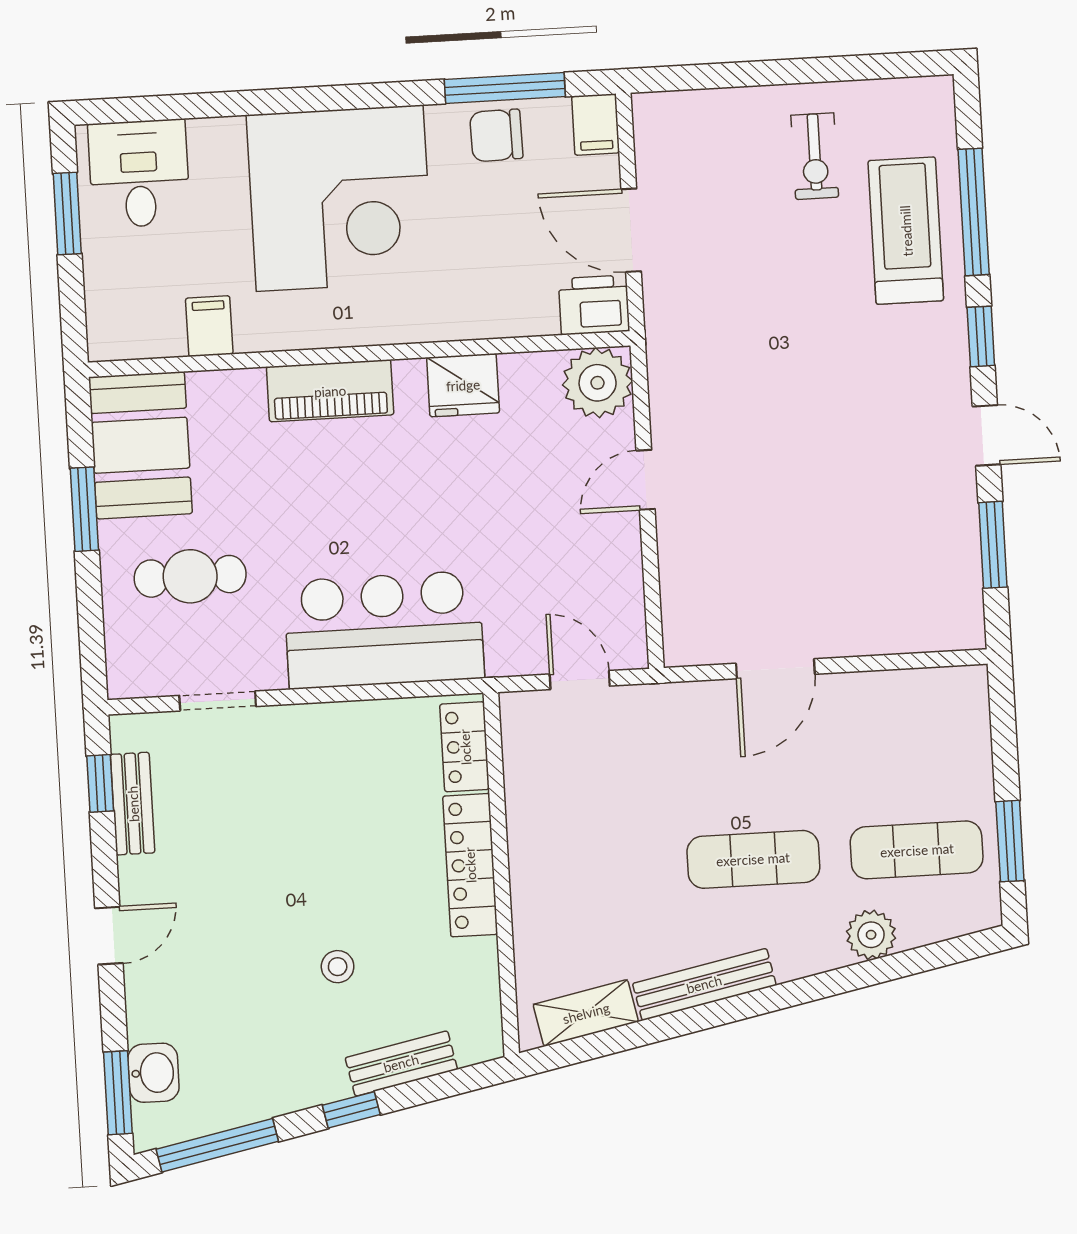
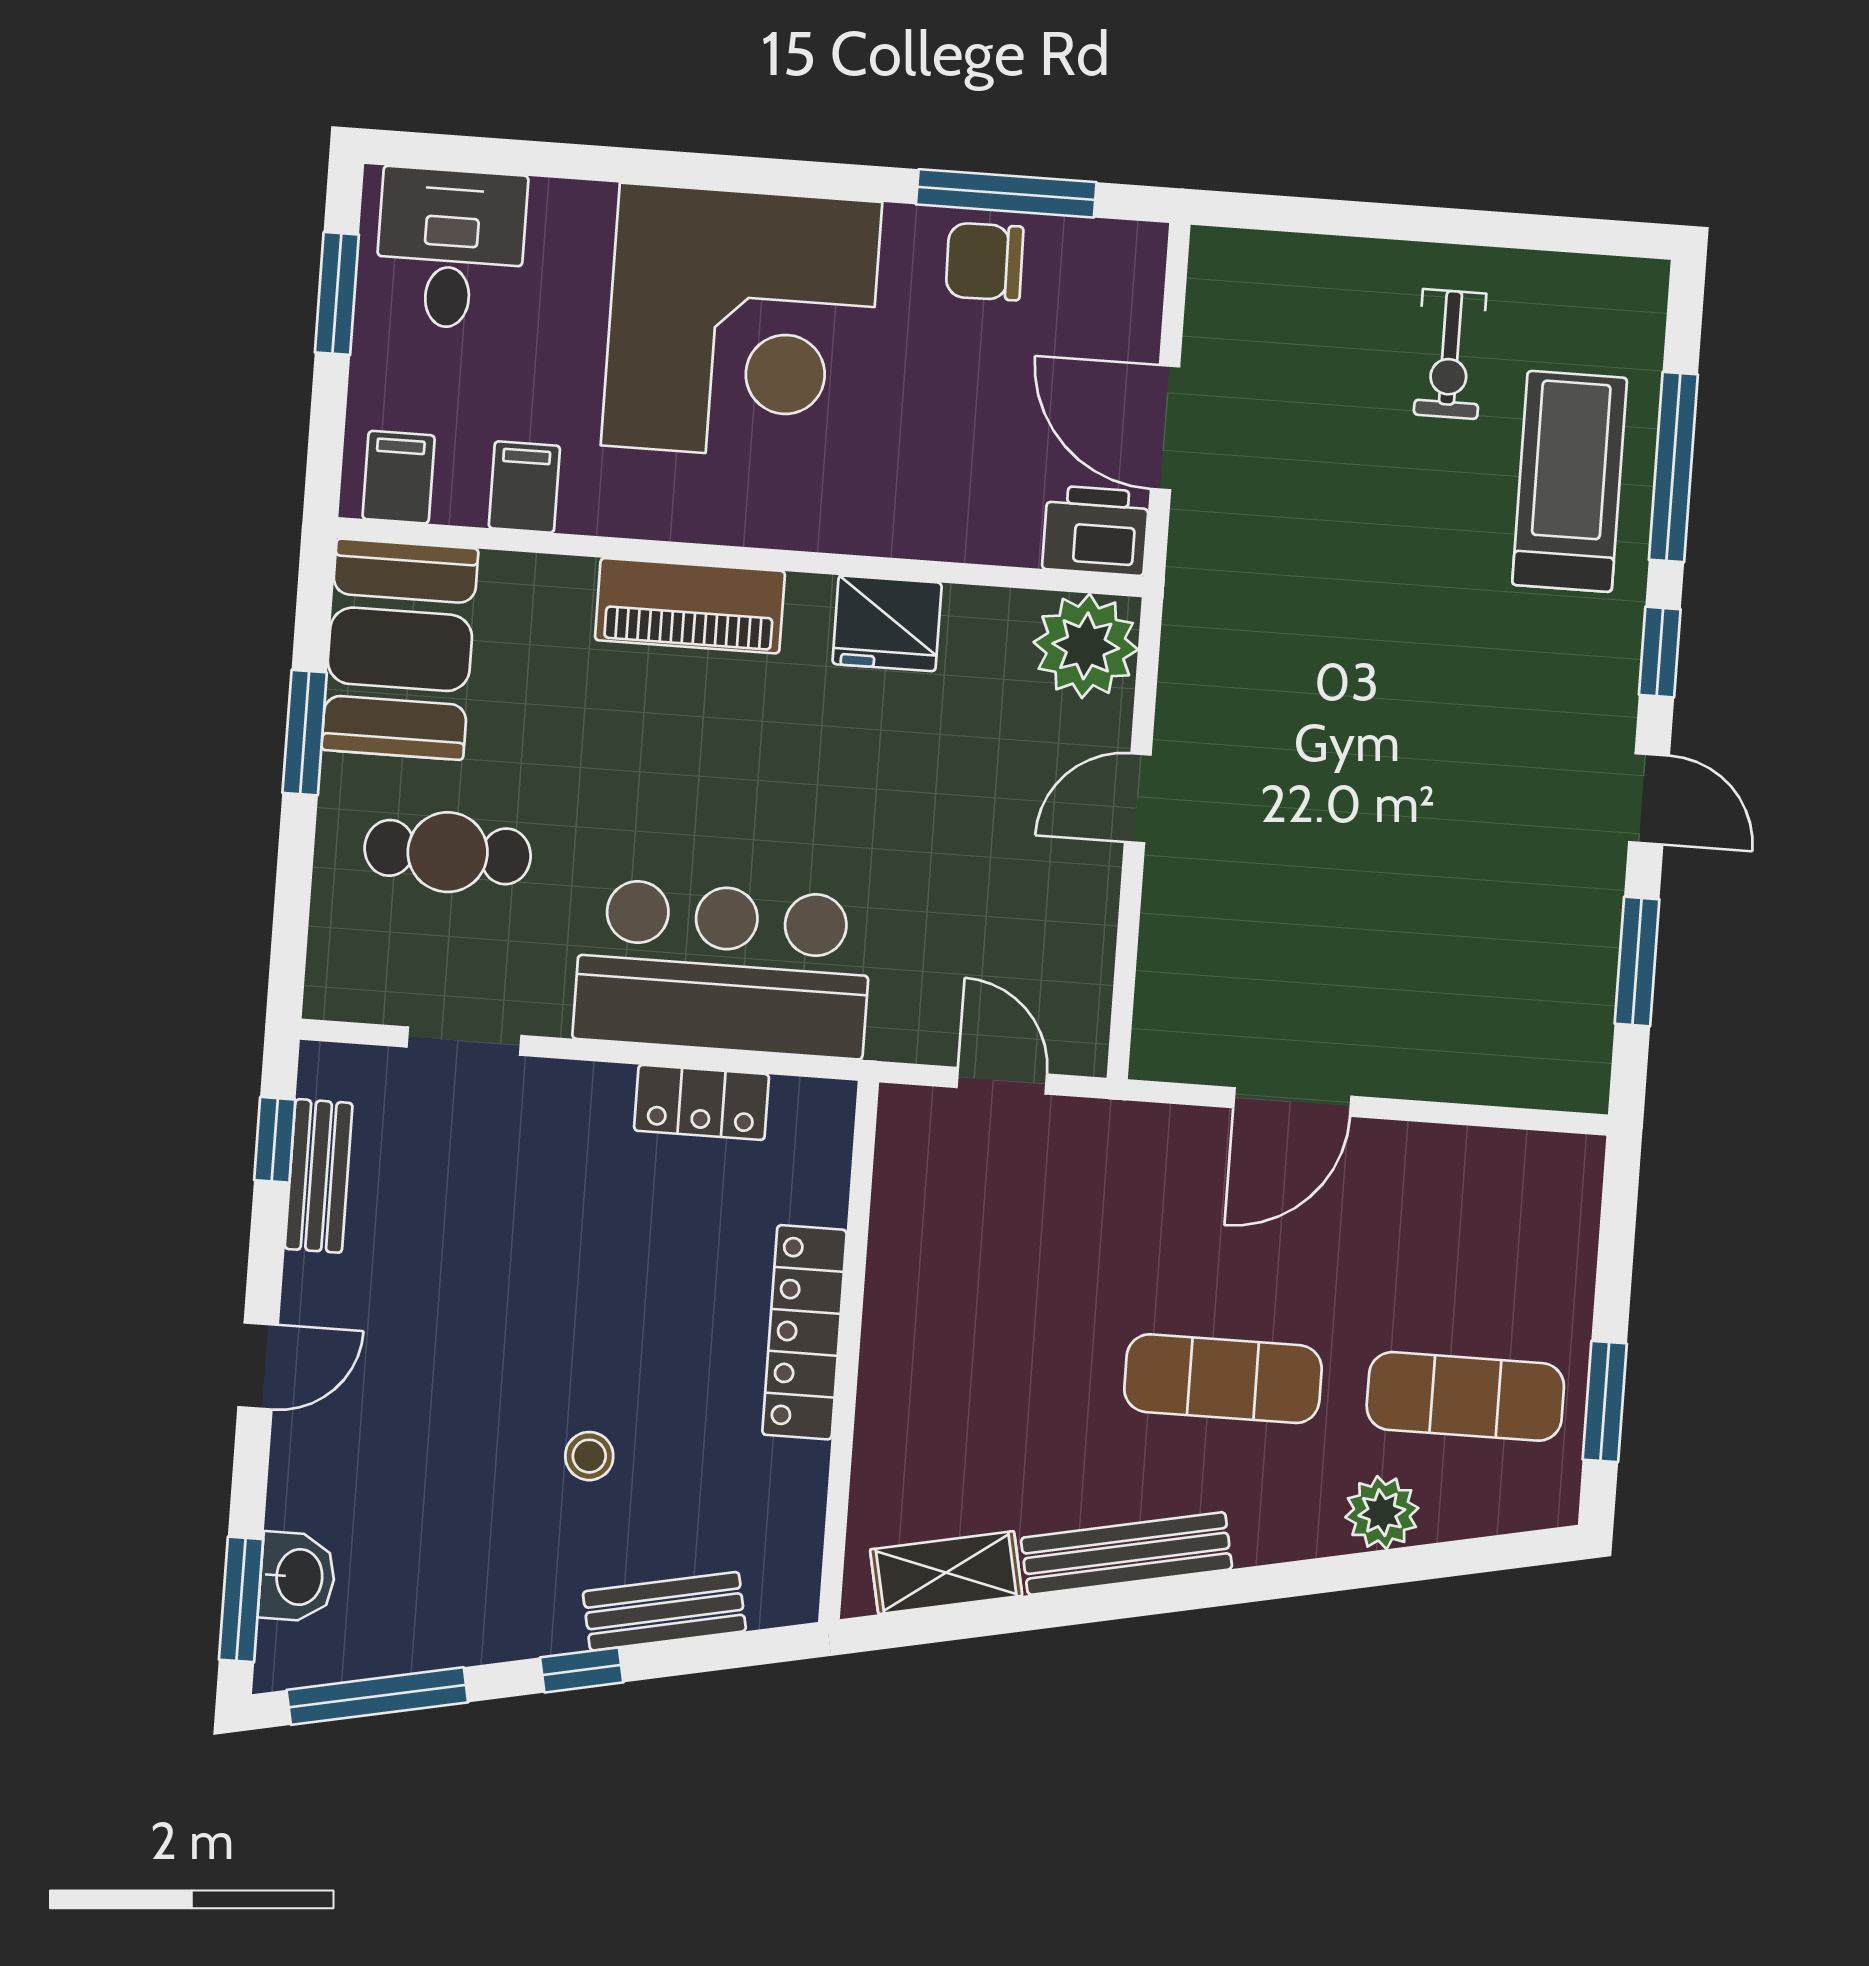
filing cabinet: (596, 125) -> (399, 477), moved, turned 180
locker: (465, 747) -> (702, 1102), moved, turned -90

